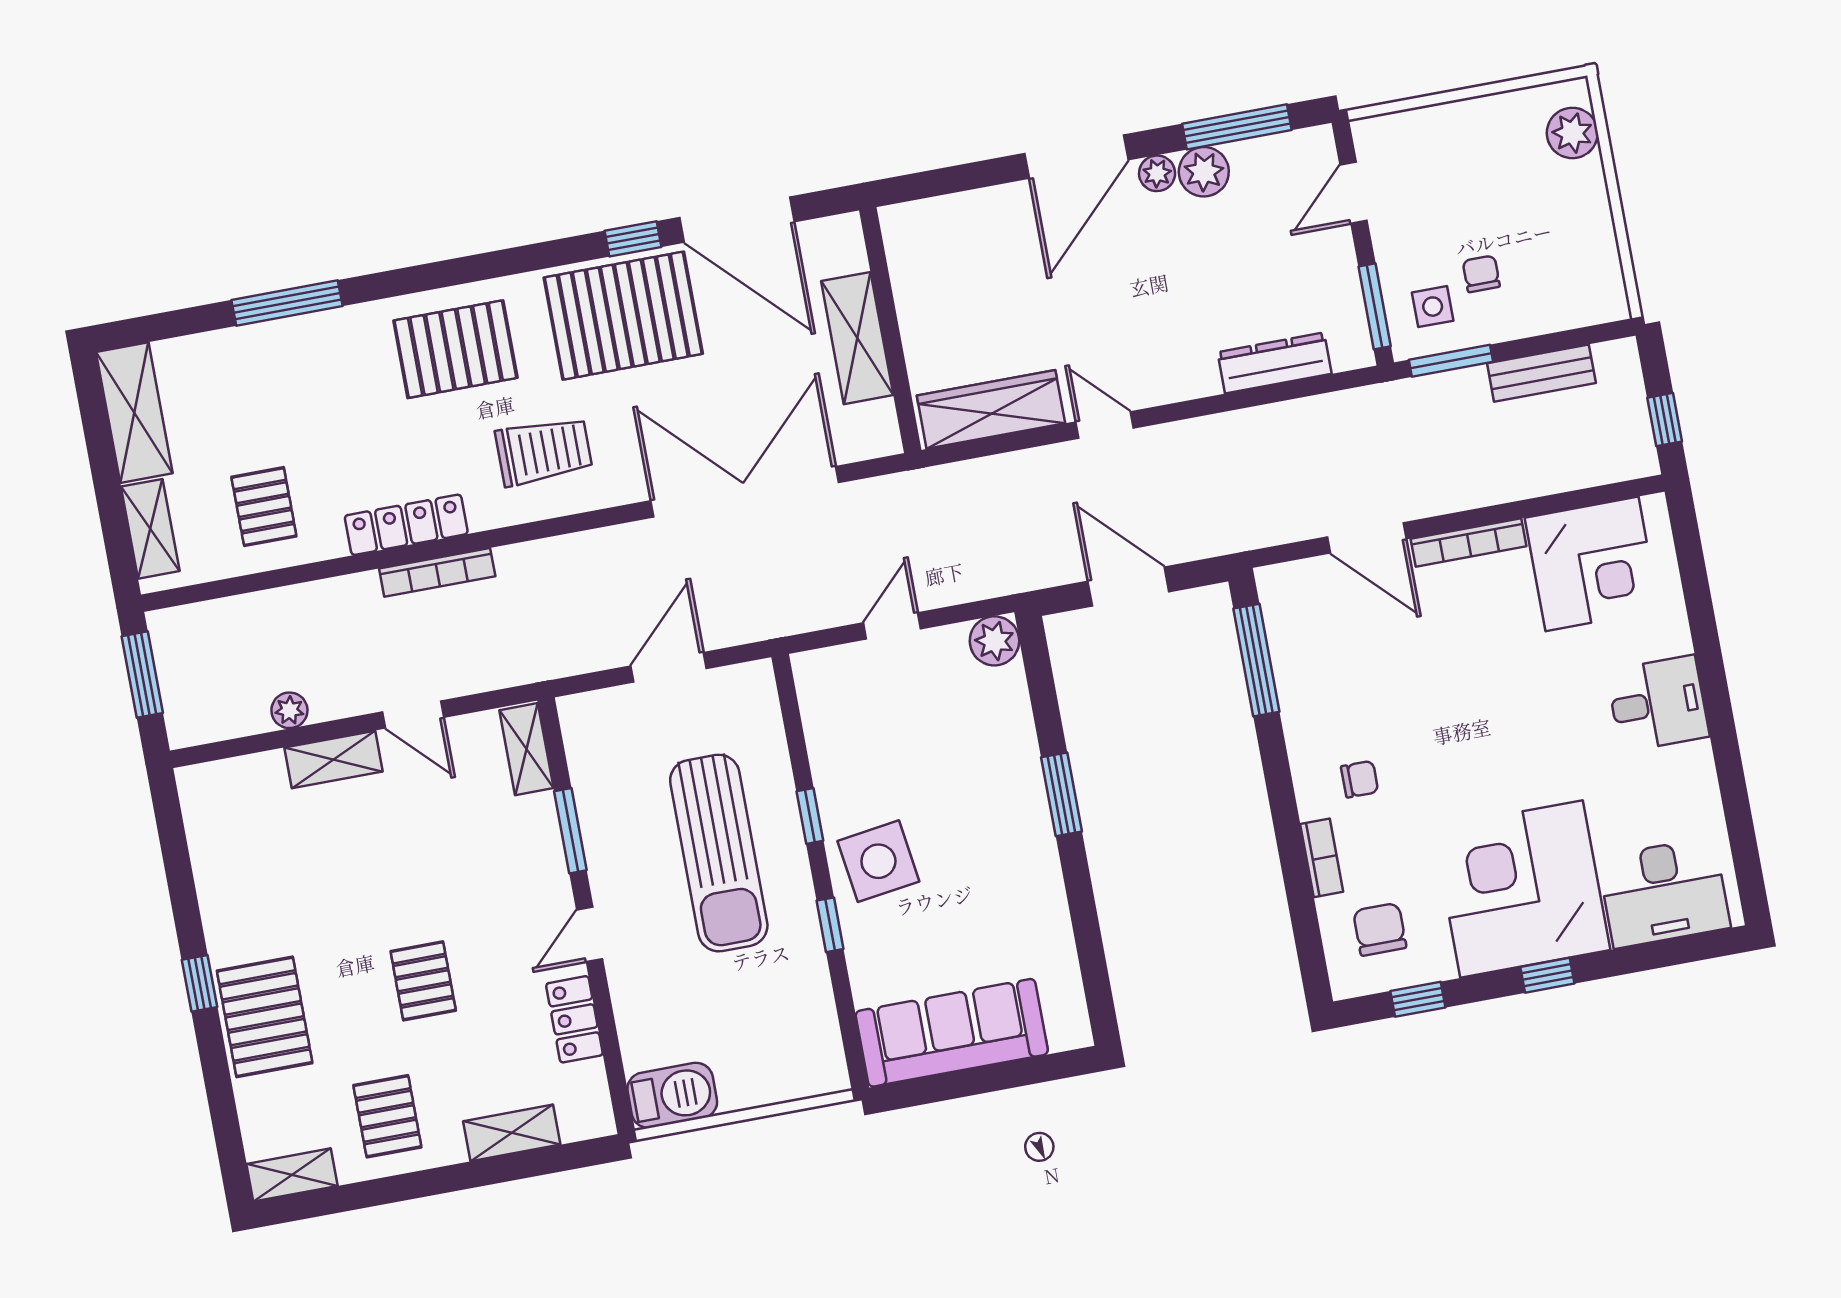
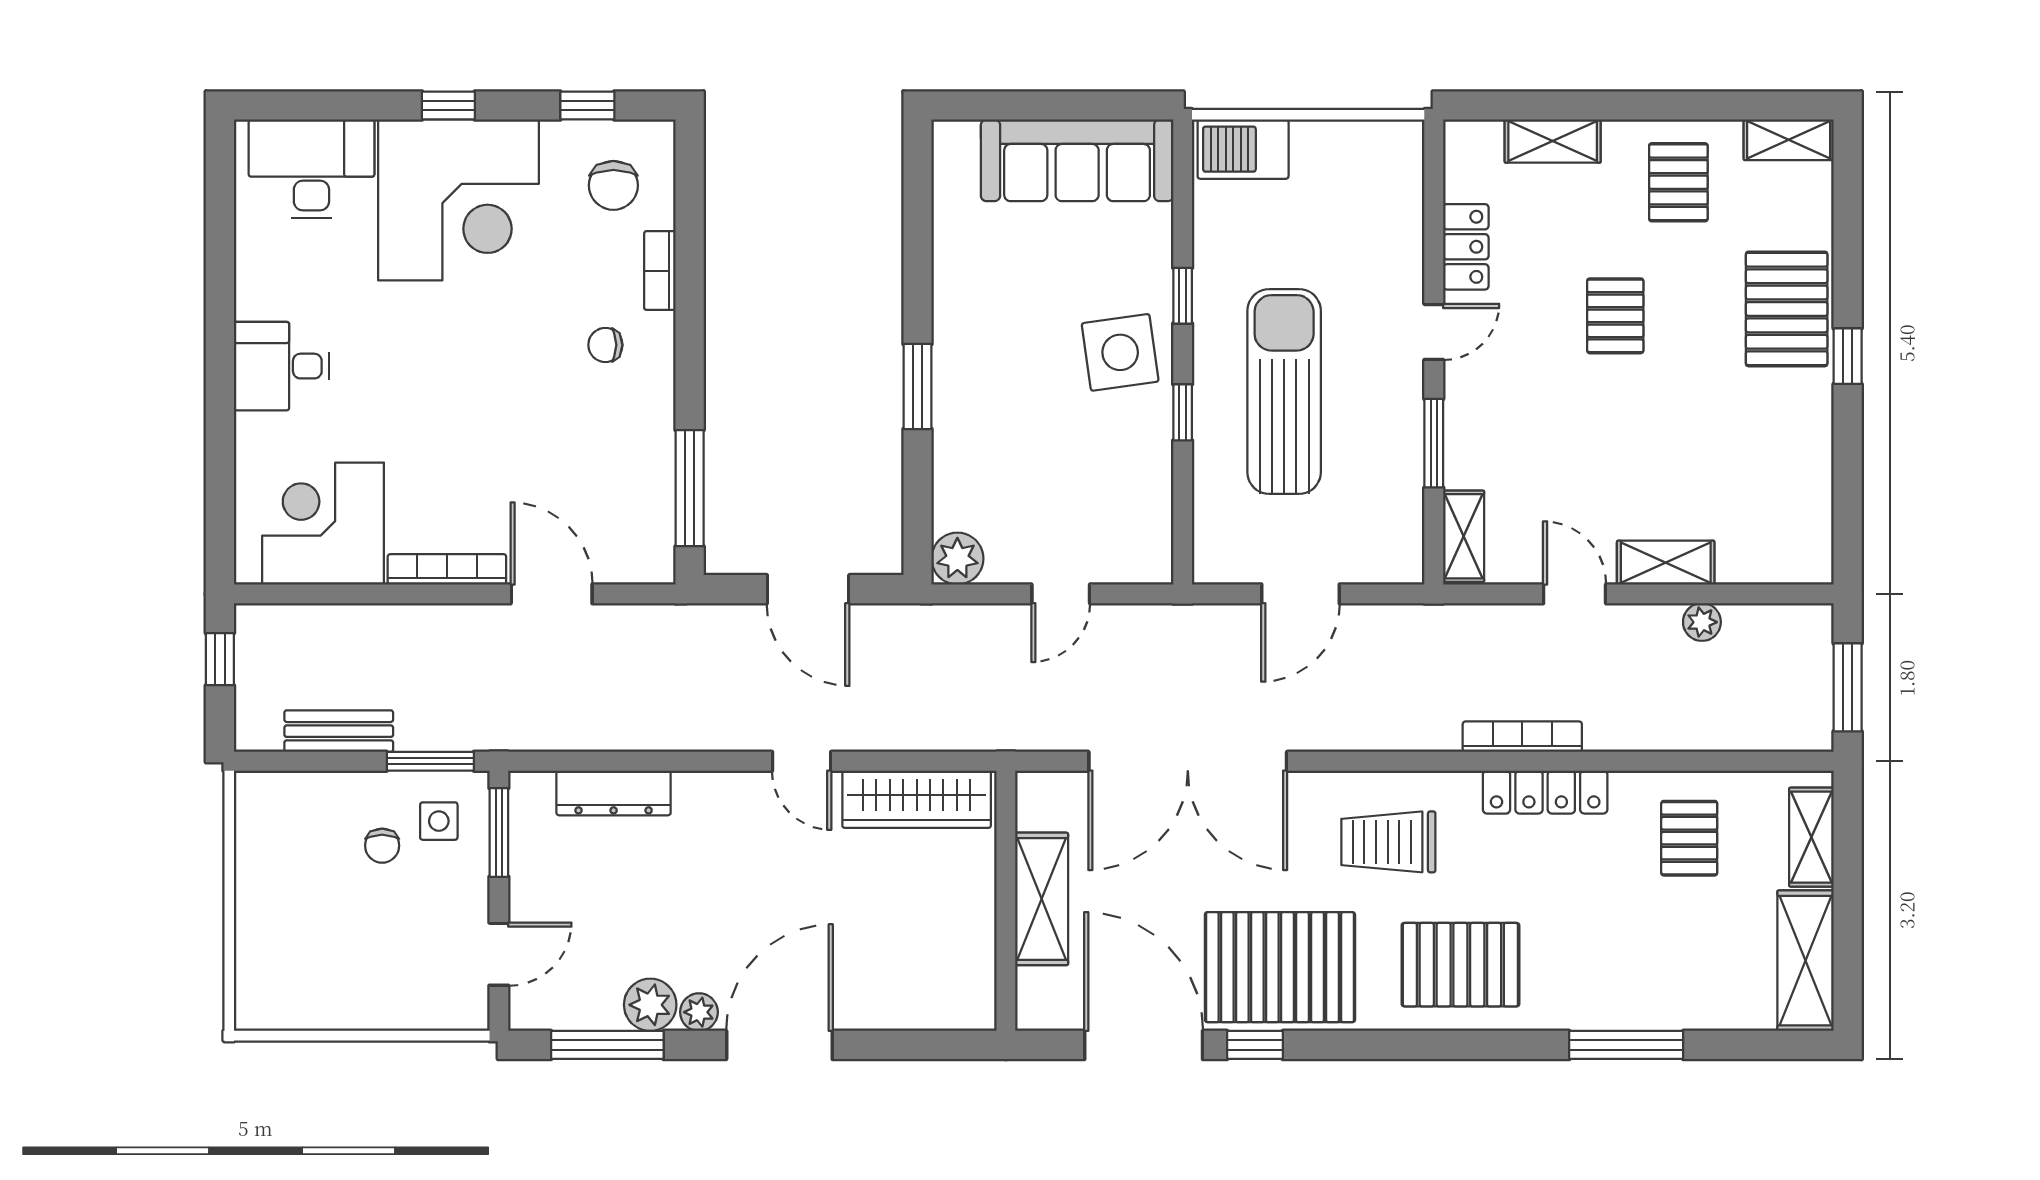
plant: (1572, 133) -> (261, 974), removed
barbecue: (672, 1095) -> (1243, 149), moved

